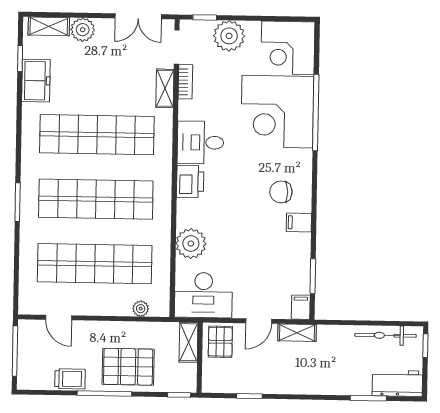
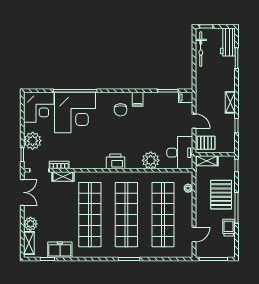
desk: (200, 142) -> (93, 156), removed
shelving: (297, 333) -> (230, 102), moved

